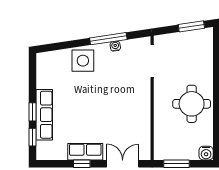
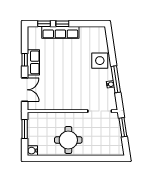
window: (191, 26) -> (123, 127), moved

